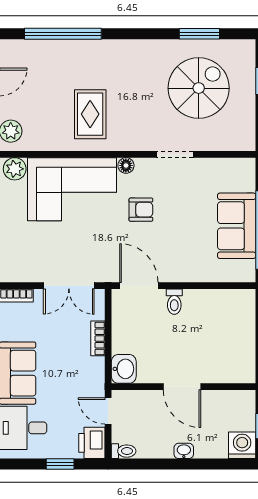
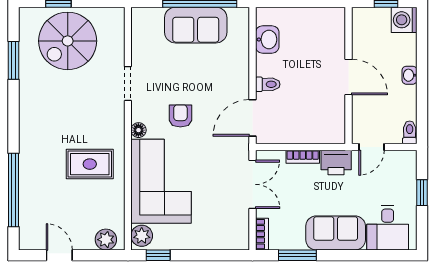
spiral stairs: (199, 88) -> (68, 41), moved, turned -90
washbasin: (124, 369) -> (267, 39), moved, turned 90
door: (182, 387) -> (348, 77), hinge flipped
printer: (92, 443) -> (336, 162), moved

